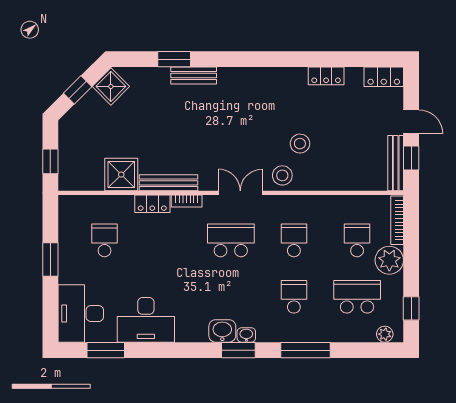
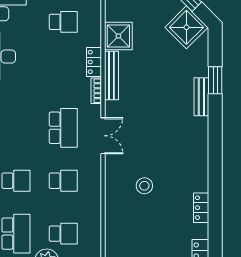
shower: (111, 86) -> (186, 27), width x1.36, depth x1.36
stool: (282, 175) -> (118, 171), removed

